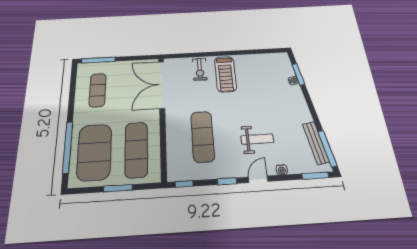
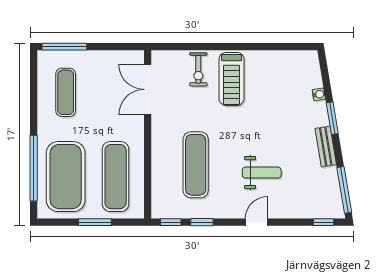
window: (298, 74) -> (332, 118), moved
double door: (162, 85) -> (148, 89), width x0.73
bench: (316, 143) -> (326, 147), moved, width x0.73
water cooler: (282, 170) -> (286, 213), removed
window: (315, 176) -> (323, 222), width x0.67
window: (227, 181) -> (202, 222), moved

